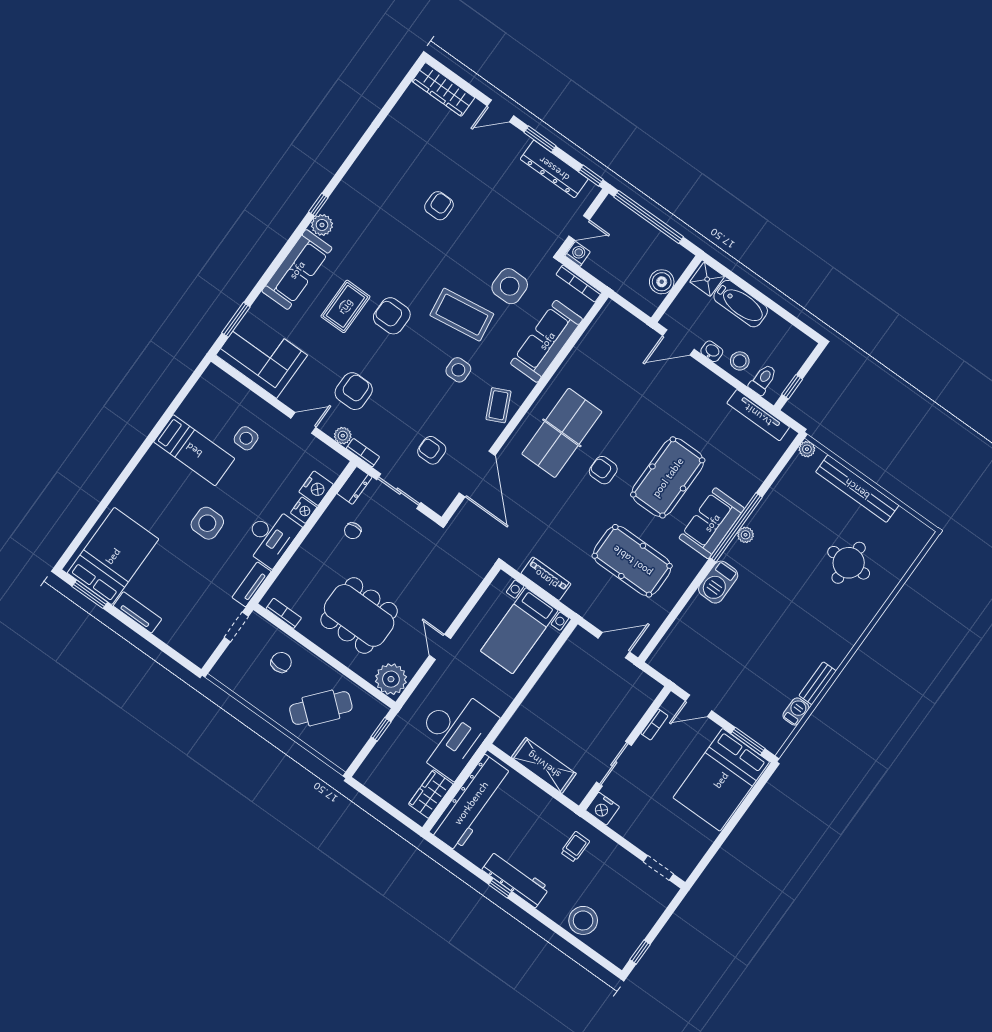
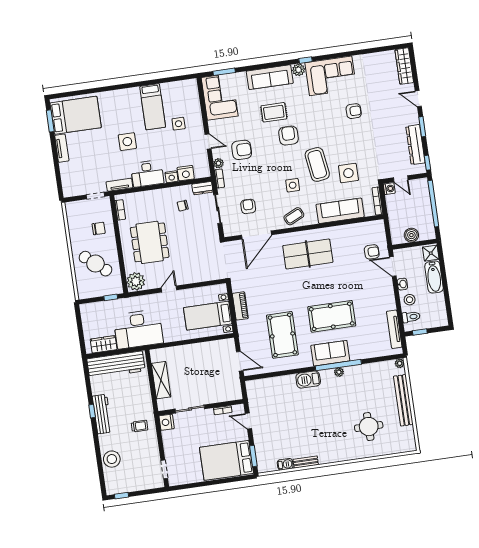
corner sofa: (368, 192) -> (331, 76), added
armchair: (603, 470) -> (372, 252), moved, turned 90

